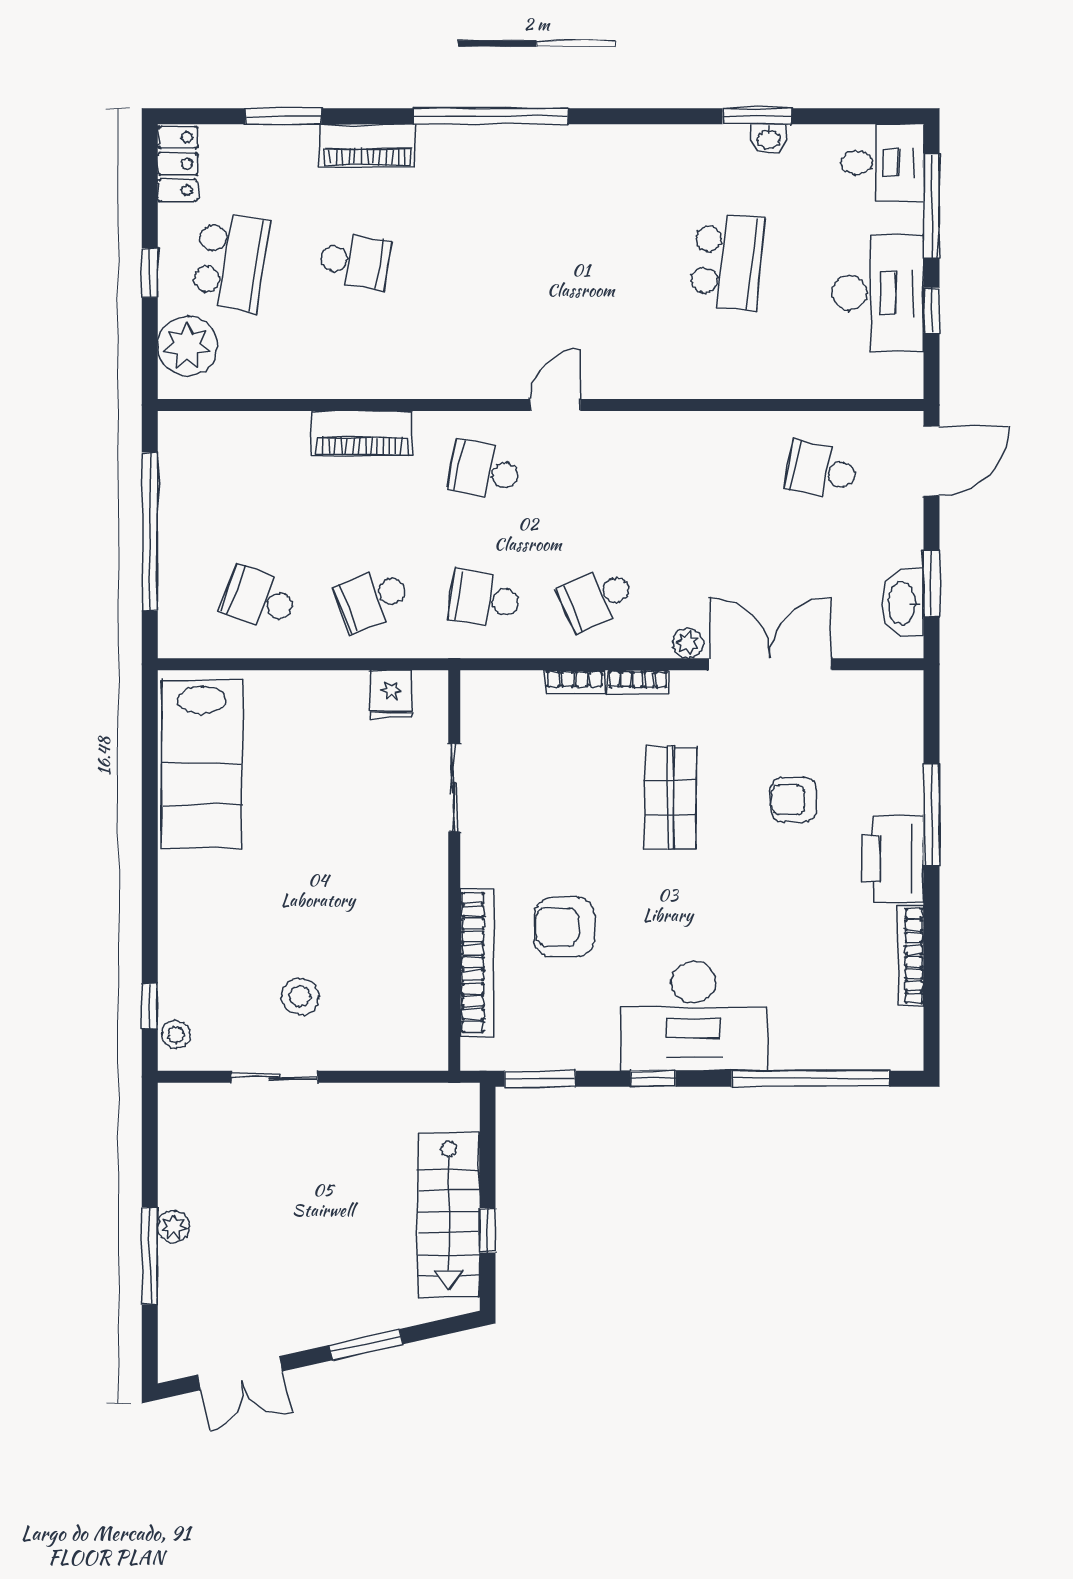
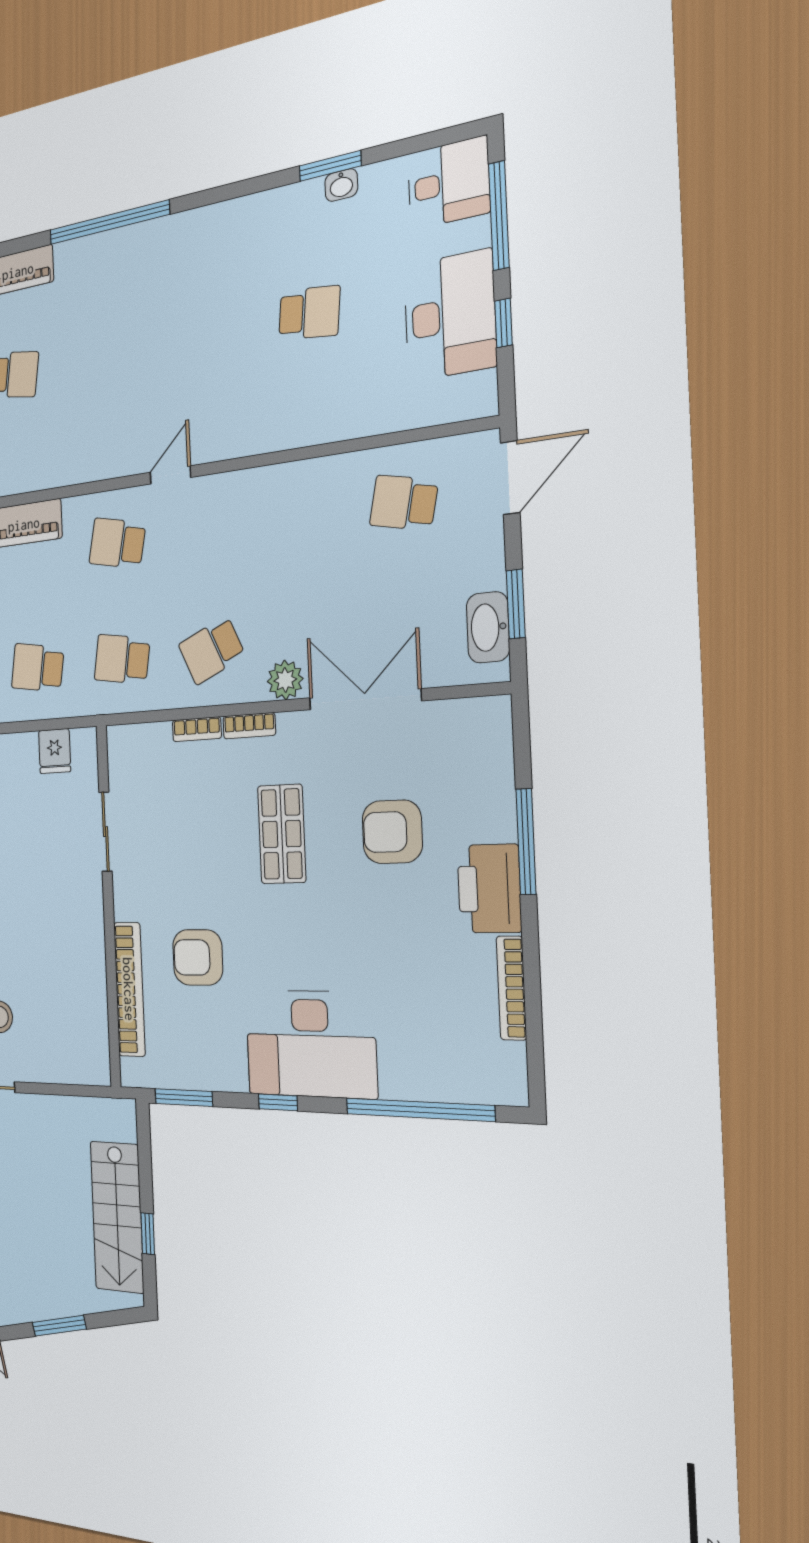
school desk: (727, 262) -> (309, 313), width x0.54
school desk: (372, 599) -> (38, 668), turned 30
plant: (688, 643) -> (285, 680), width x1.38, depth x1.38
armchair: (794, 800) -> (392, 832), width x1.38, depth x1.38

